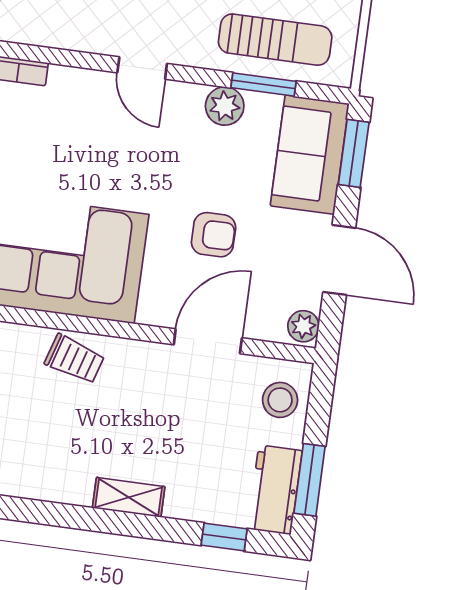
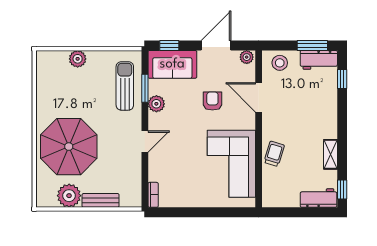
window: (354, 153) -> (169, 45), width x0.67
shelving: (129, 497) -> (330, 154), moved

